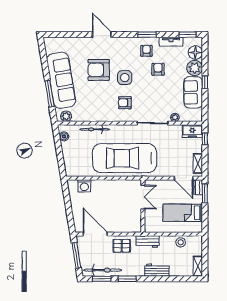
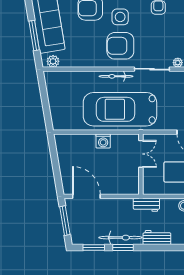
armchair: (125, 103) -> (120, 46), width x1.88, depth x1.88
bicycle: (95, 129) -> (116, 76), moved
boiler: (64, 136) -> (51, 84), removed
washing machine: (84, 186) -> (103, 141), moved
pallet: (122, 246) -> (117, 210), removed
bicycle: (103, 270) -> (121, 238), moved

